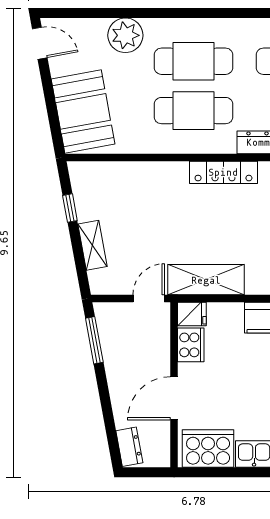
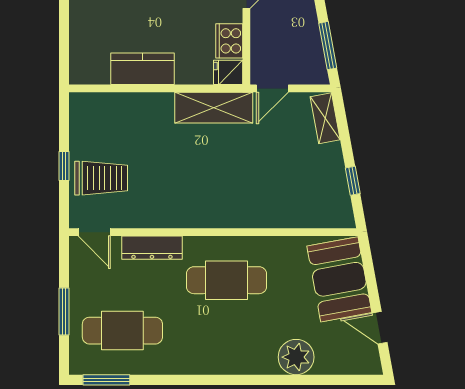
door: (40, 43) -> (380, 328), moved
cafe table: (194, 61) -> (227, 331), removed
locker: (223, 172) -> (196, 217), removed
shelving: (93, 245) -> (325, 118), moved

